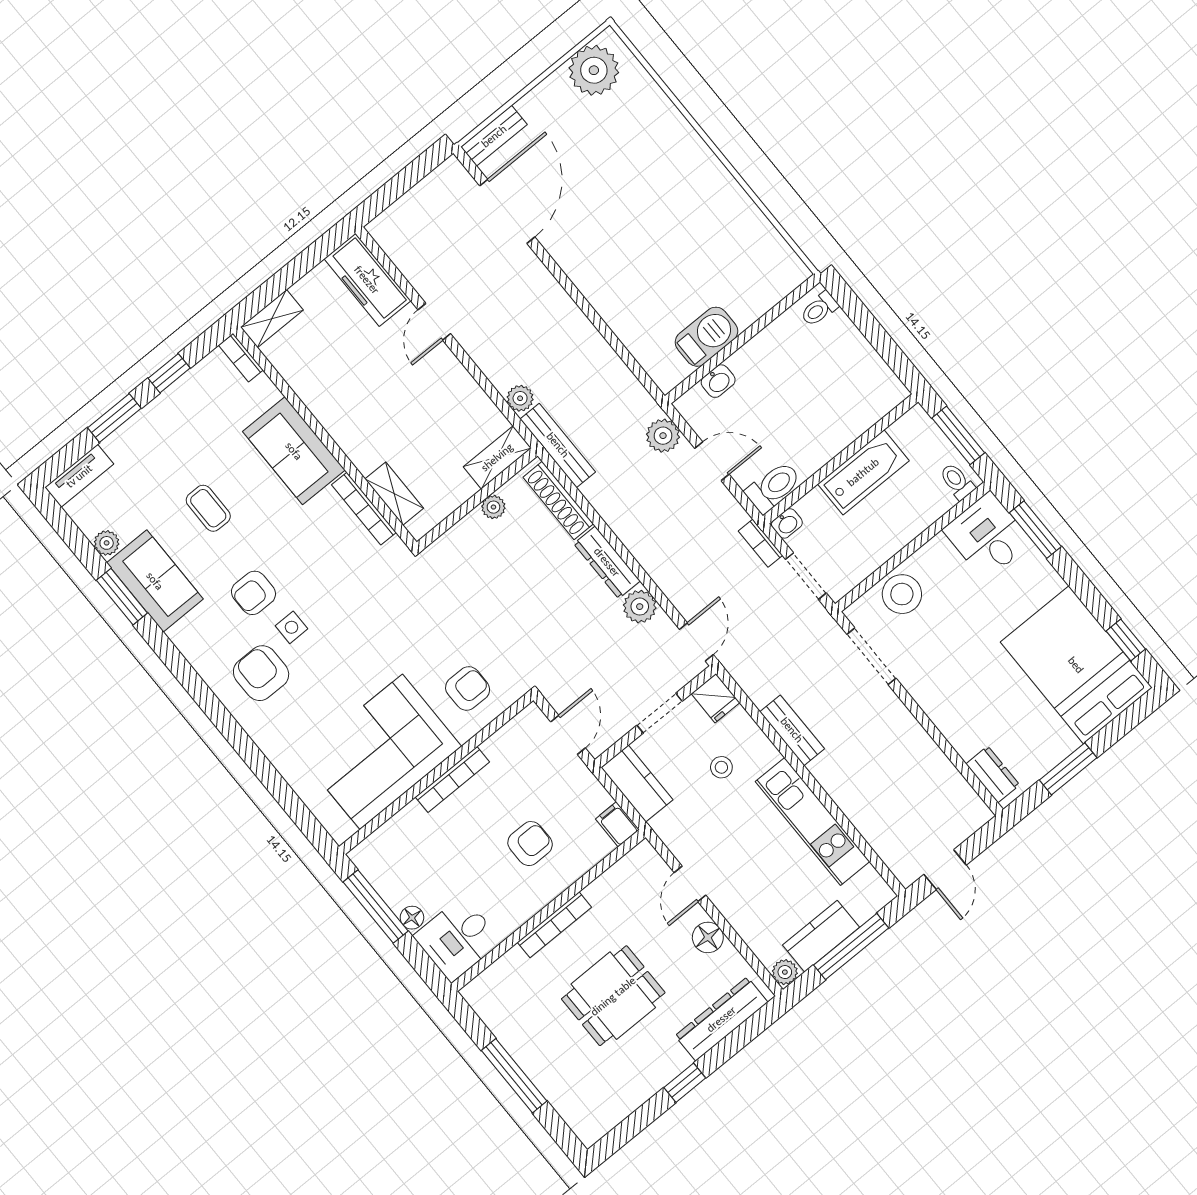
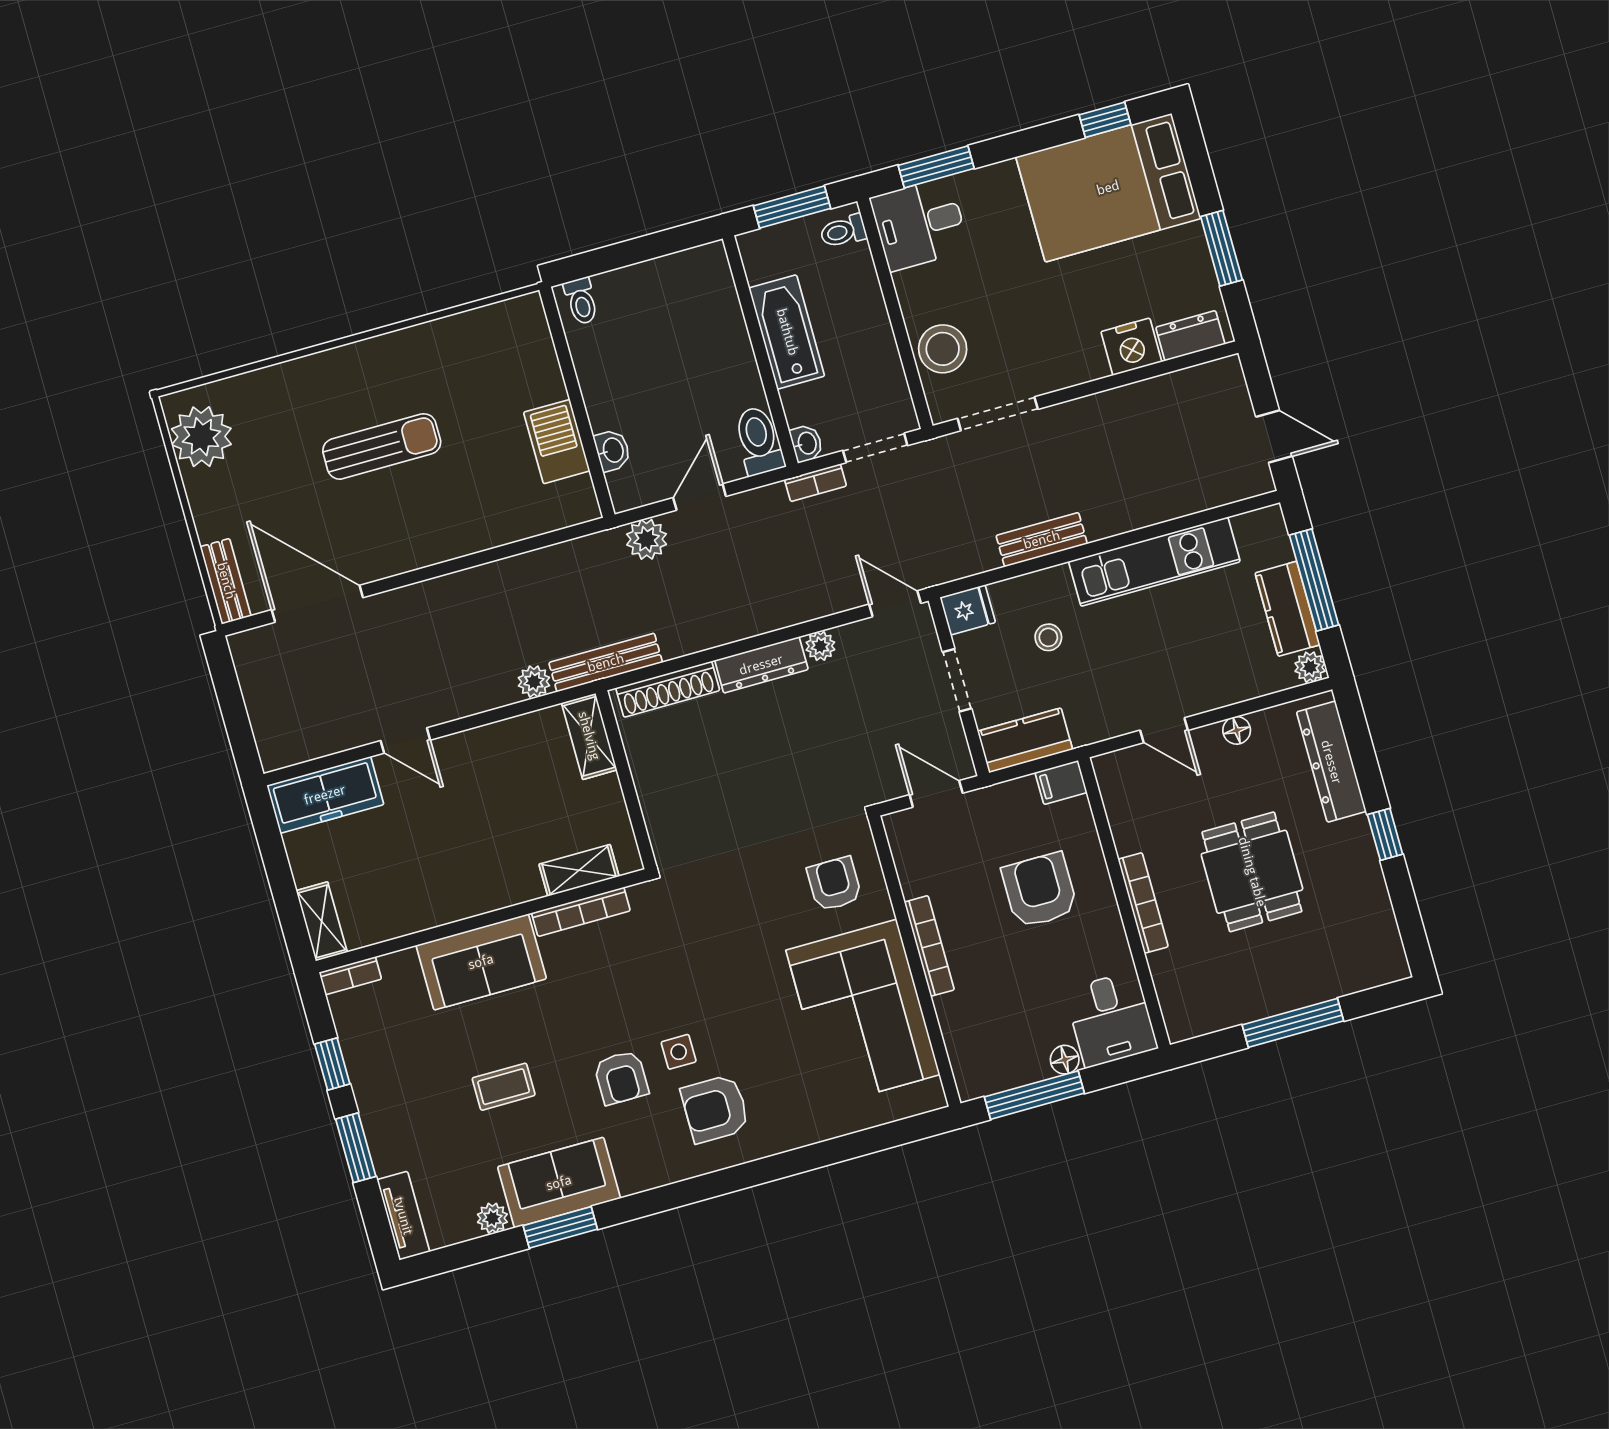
sun lounger: (646, 208) -> (382, 446), added
plant: (493, 507) -> (643, 765), removed
plant: (640, 607) -> (820, 646), width x0.73, depth x0.73
nightstand: (965, 734) -> (1131, 347), added
armchair: (530, 844) -> (1040, 890), width x1.38, depth x1.38
floor lamp: (708, 937) -> (1237, 730), width x0.73, depth x0.73

